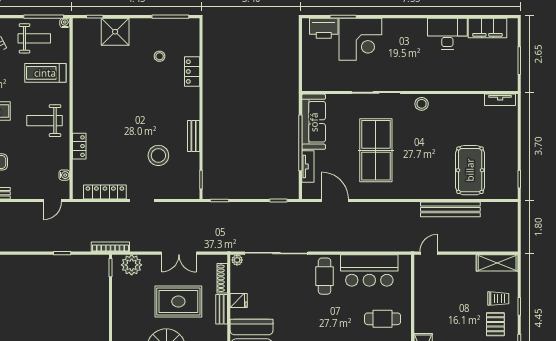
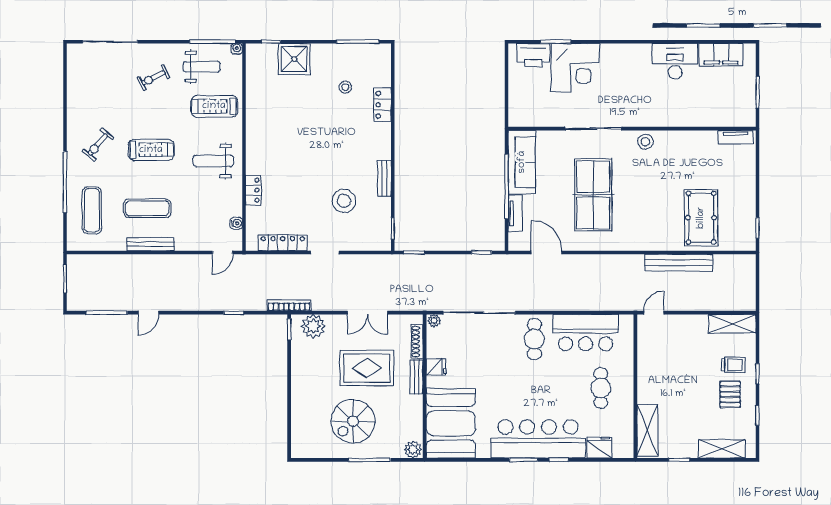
cafe table: (383, 319) -> (601, 388), turned 90

